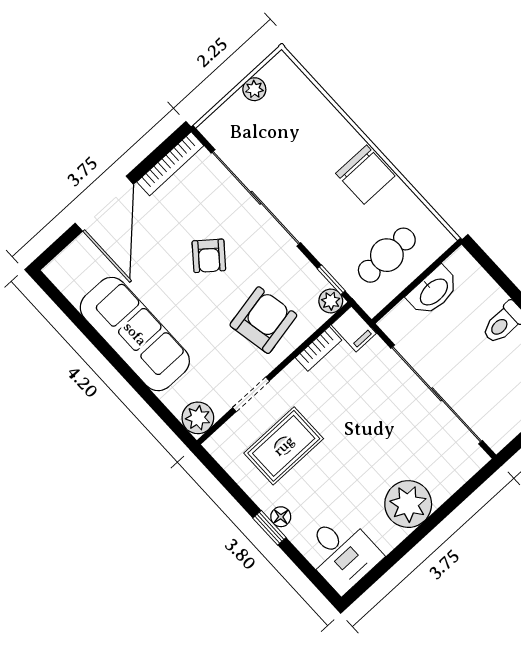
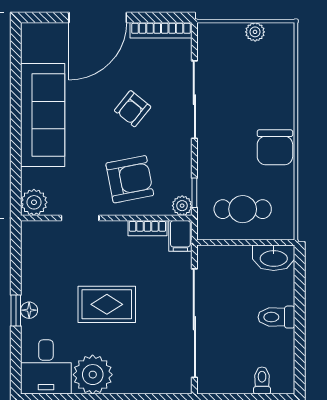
sliding door: (256, 198) -> (194, 100), width x0.73
washbasin: (433, 291) -> (274, 258), moved
rug: (284, 446) -> (107, 304), moved
plant: (408, 504) -> (93, 375), moved

